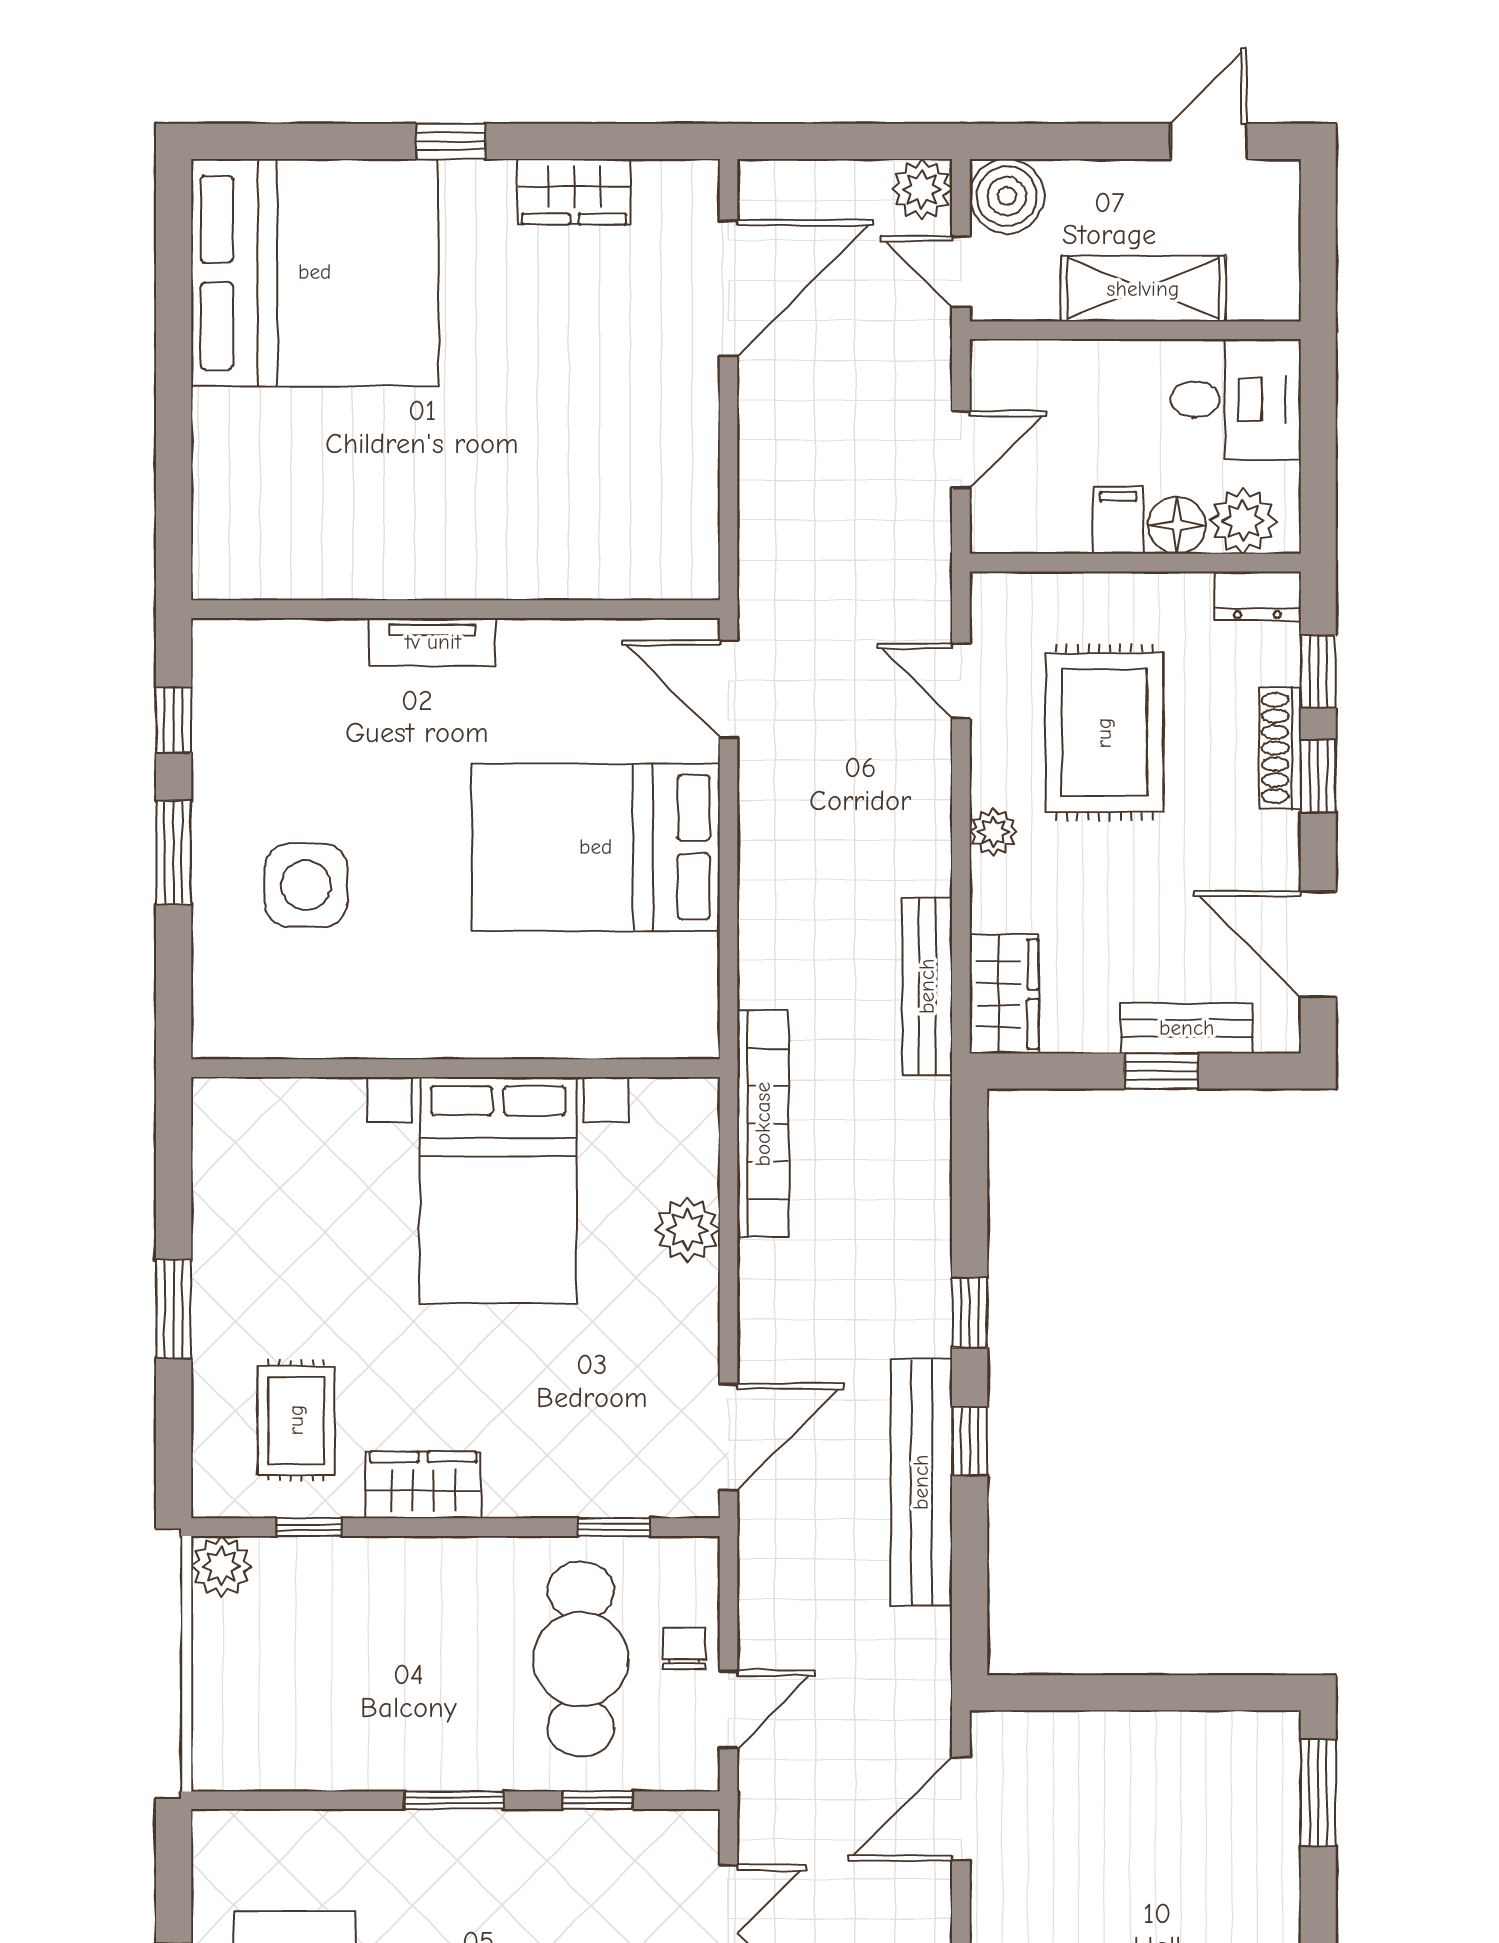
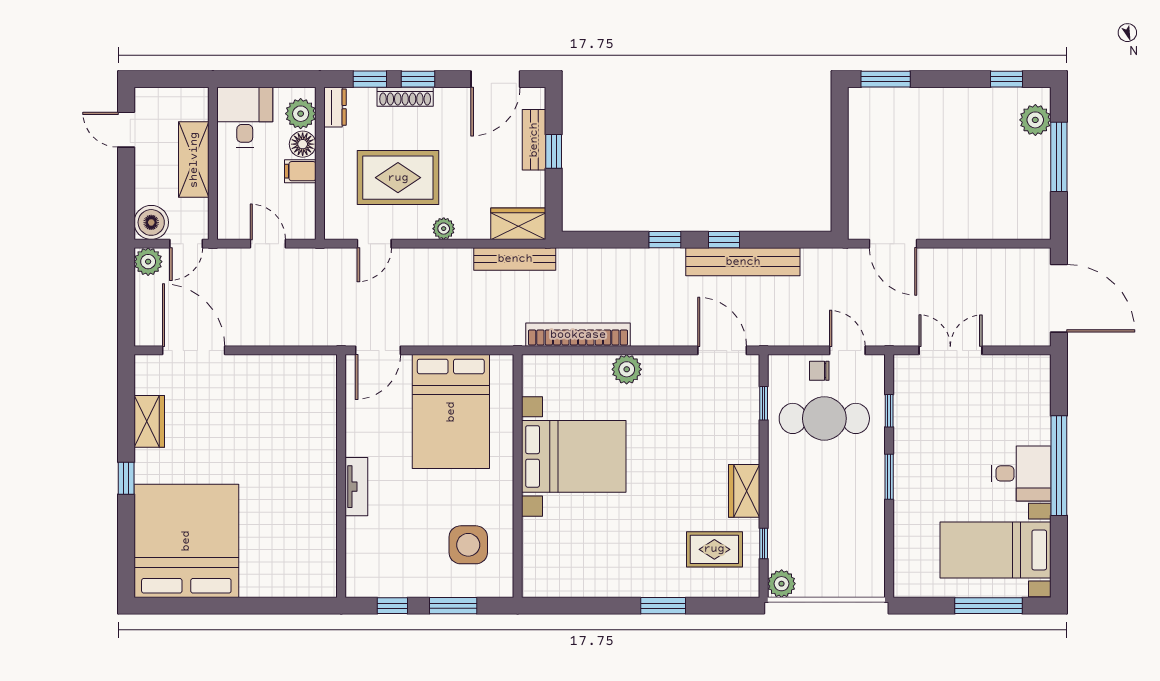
wall: (455, 1068) -> (518, 476), moved
bed with nightstands: (498, 1190) -> (574, 456), moved

